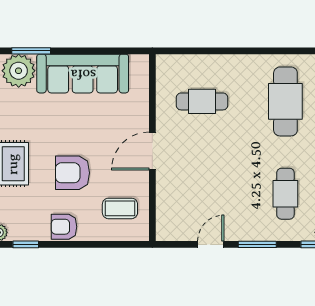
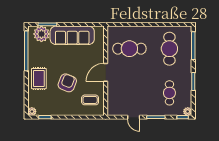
cafe table: (202, 101) -> (129, 49), width x1.37, depth x1.35
armchair: (72, 173) -> (67, 83), turned 112
armchair: (64, 227) -> (63, 109), removed
door: (211, 244) -> (134, 117), swing flipped

